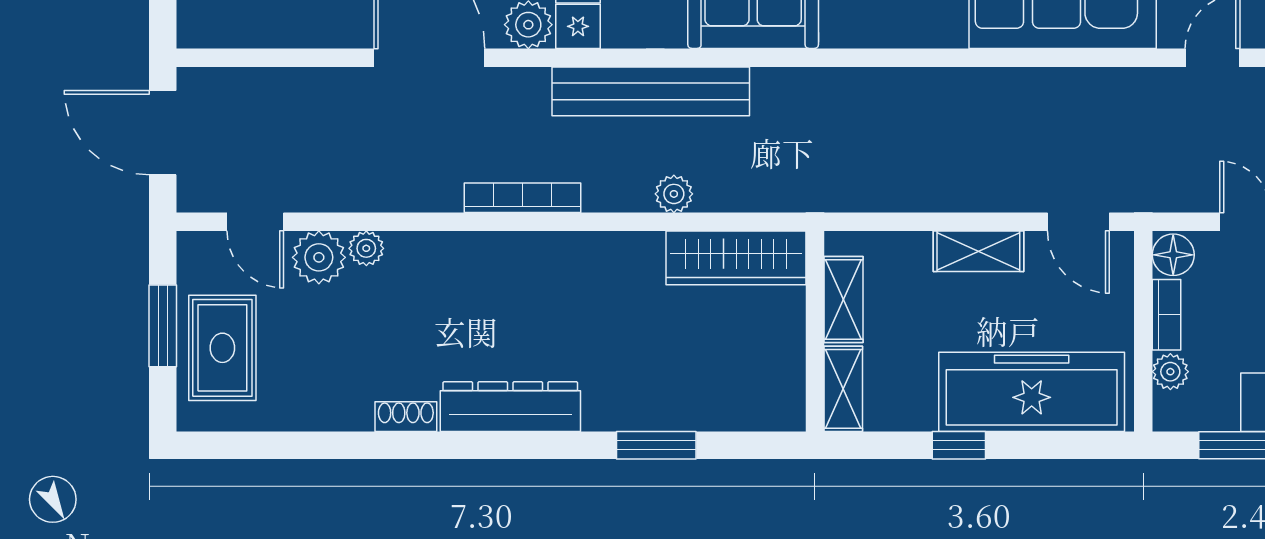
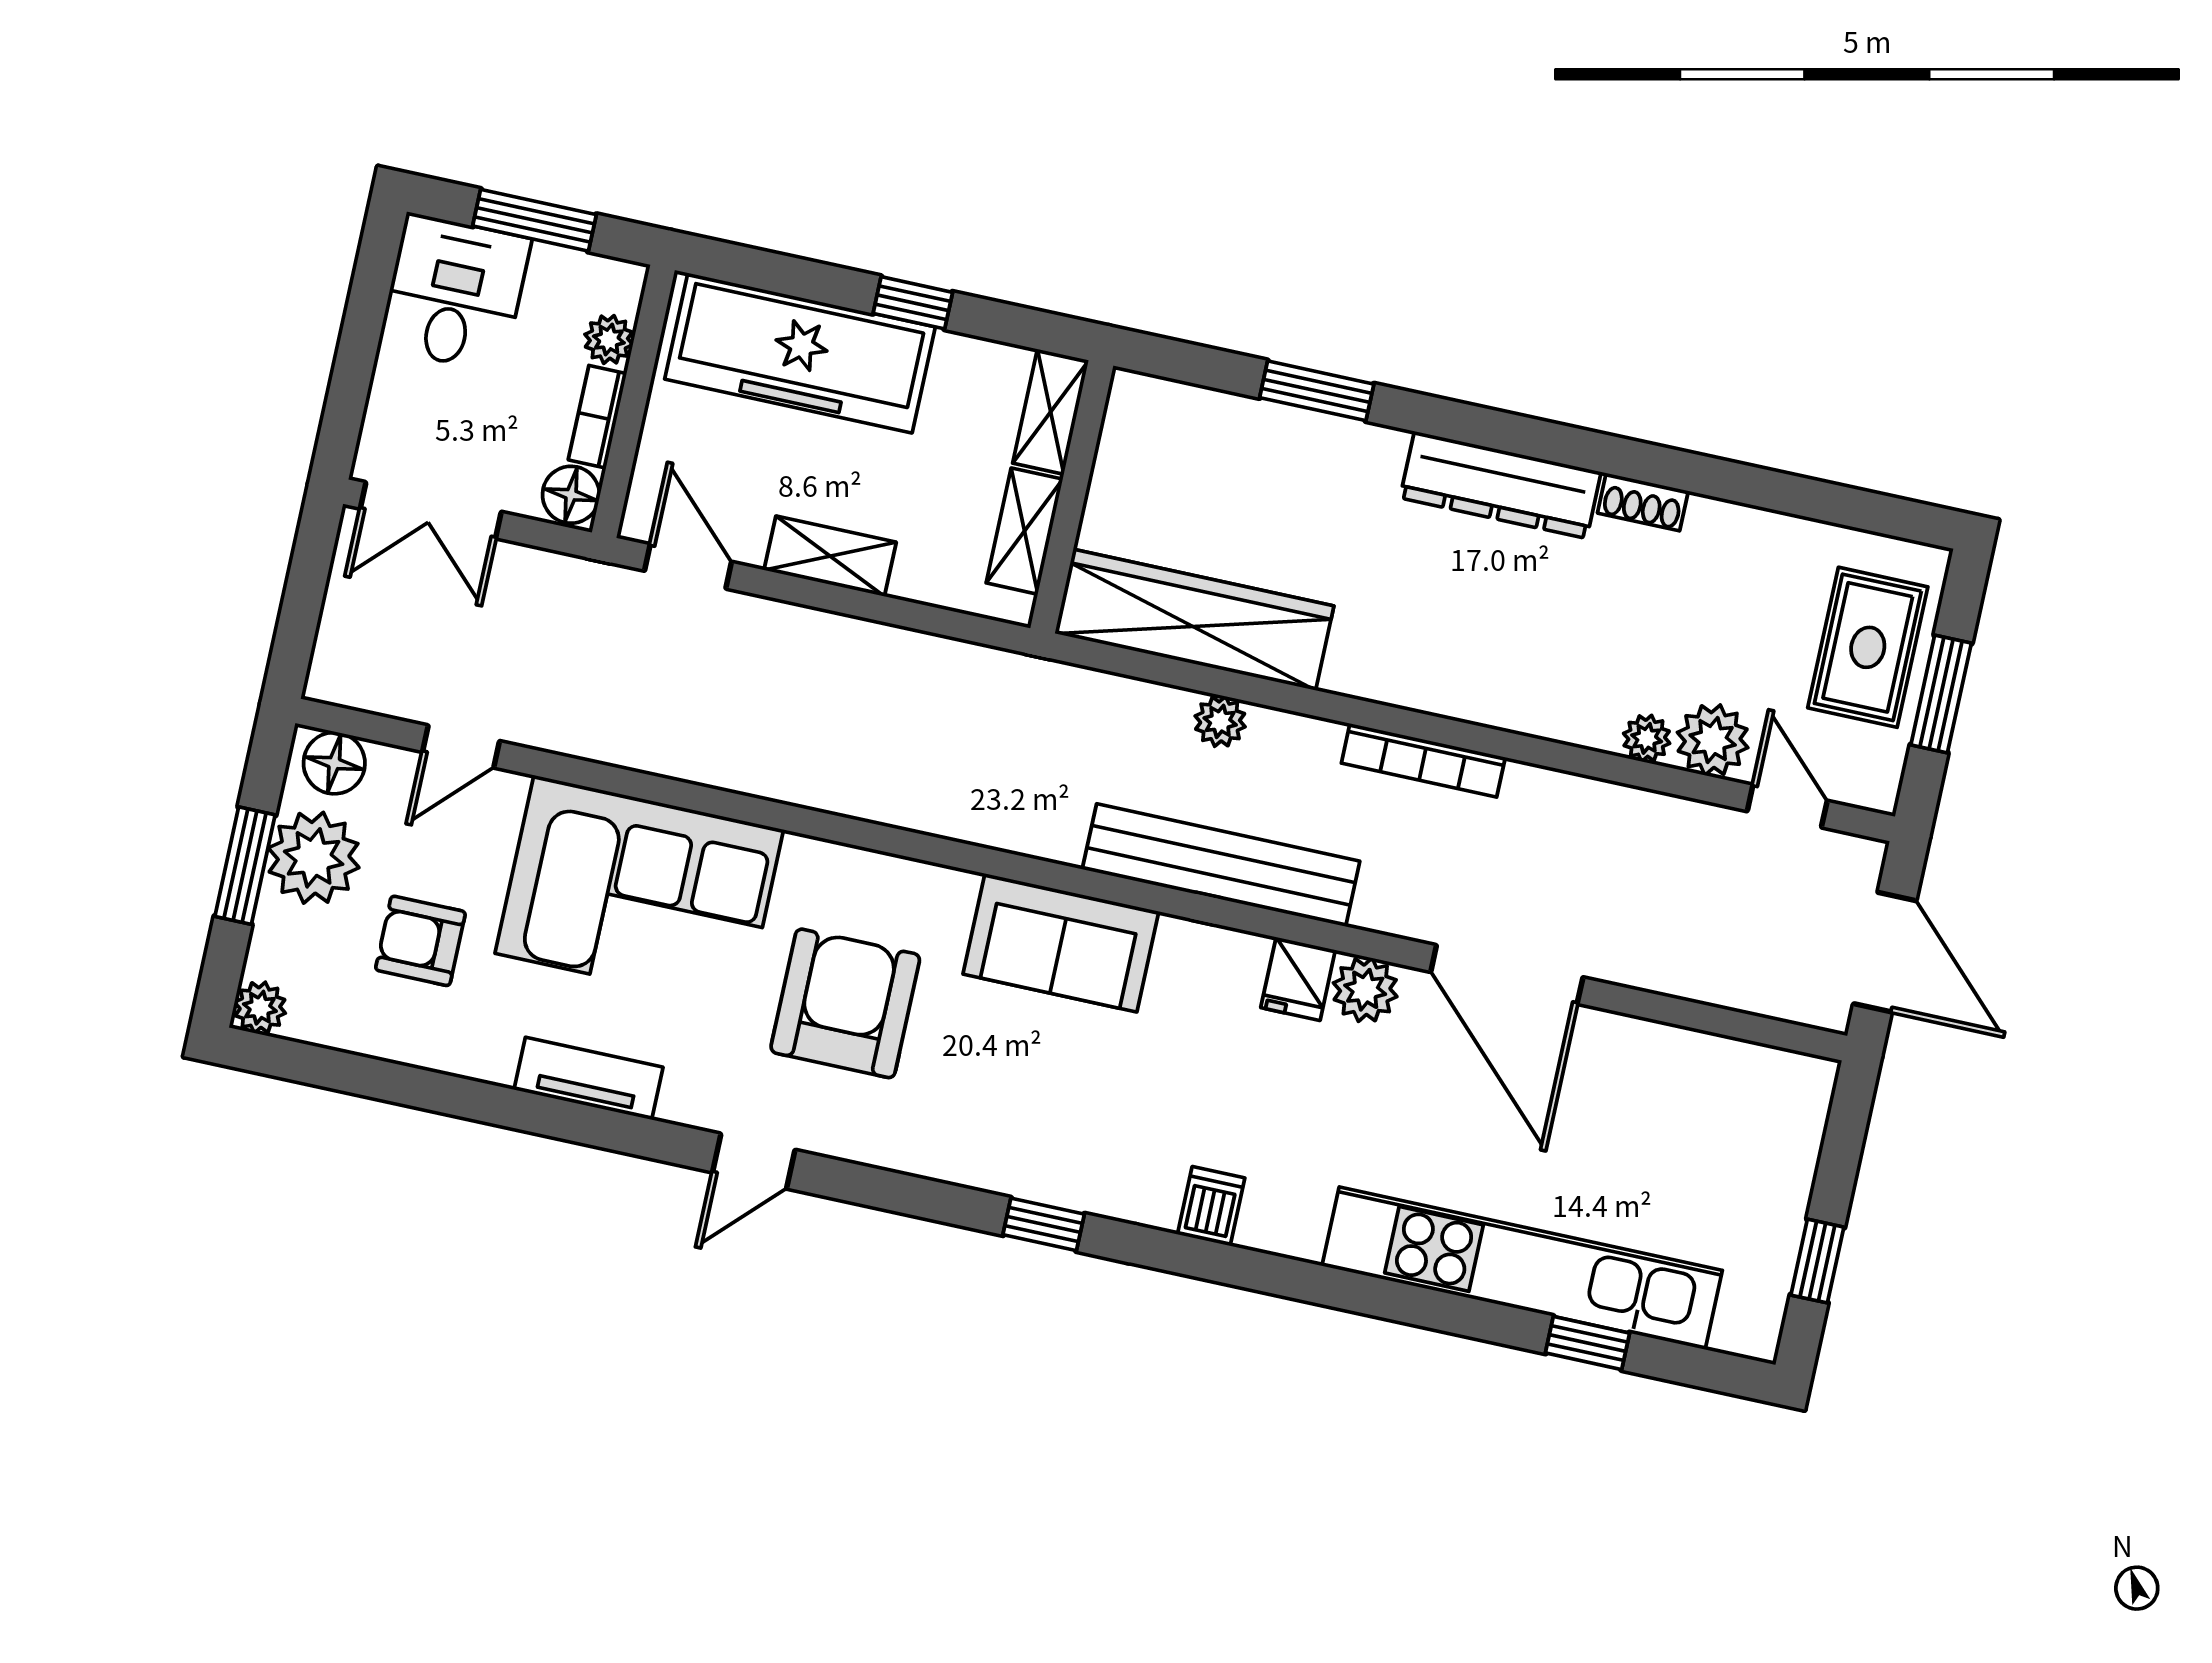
wardrobe: (736, 258) -> (1194, 620), width x1.40, depth x1.17

